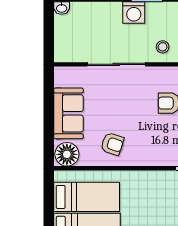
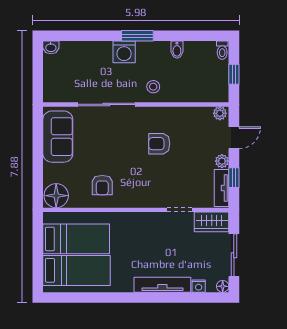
sofa: (68, 113) -> (58, 137), moved
armchair: (112, 144) -> (102, 185), turned 72

